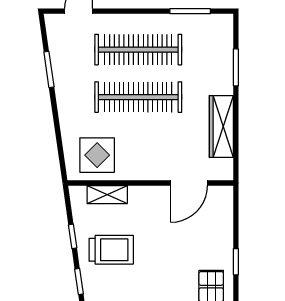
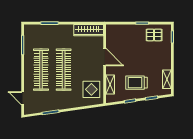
wardrobe: (221, 127) -> (89, 30), moved
door: (189, 183) -> (105, 57), moved
trolley: (111, 250) -> (136, 83), turned -90

